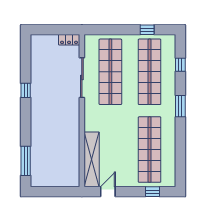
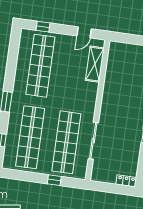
window: (147, 30) -> (54, 180), moved
locker: (69, 40) -> (126, 181), moved
shelving: (92, 159) -> (95, 64), width x0.68

